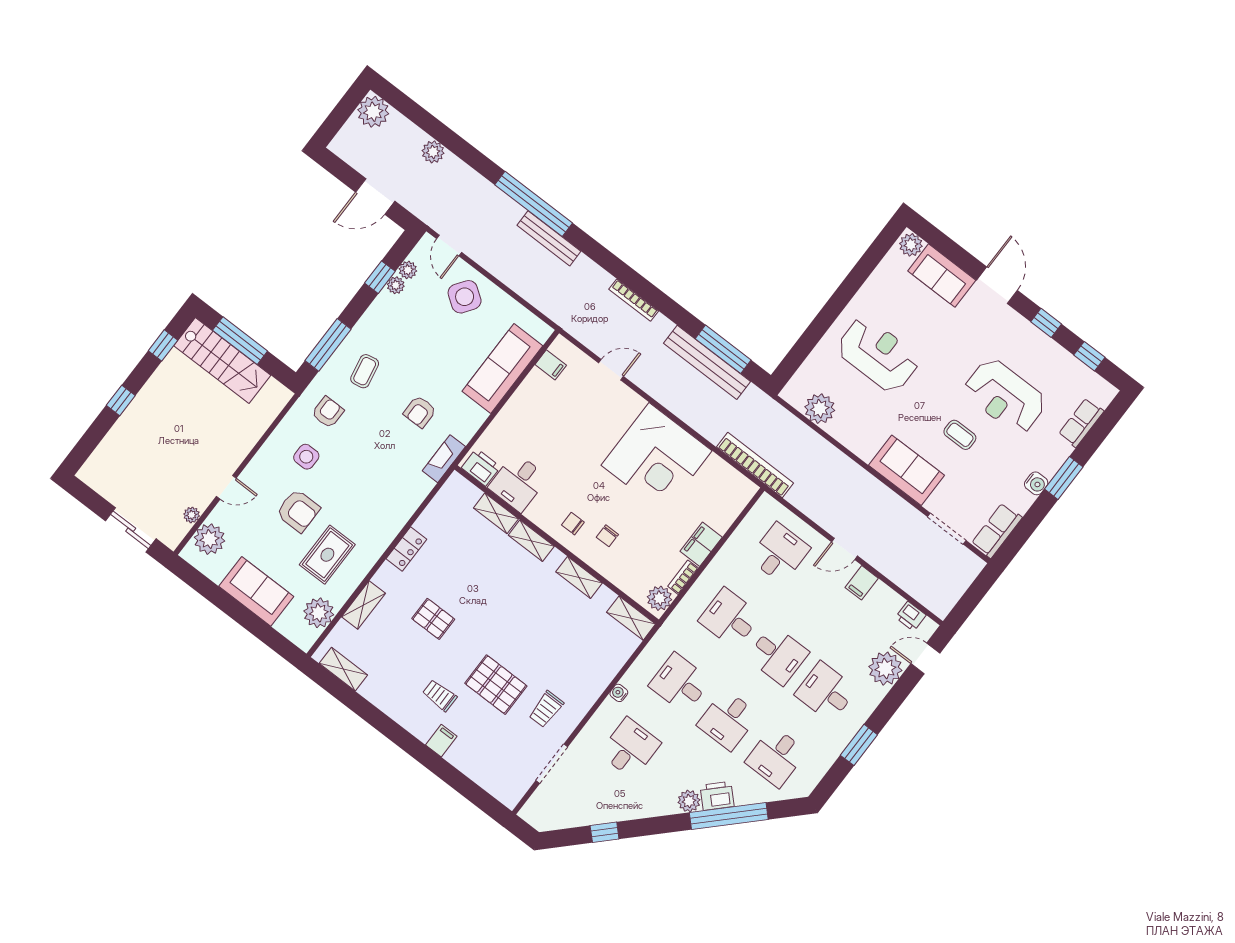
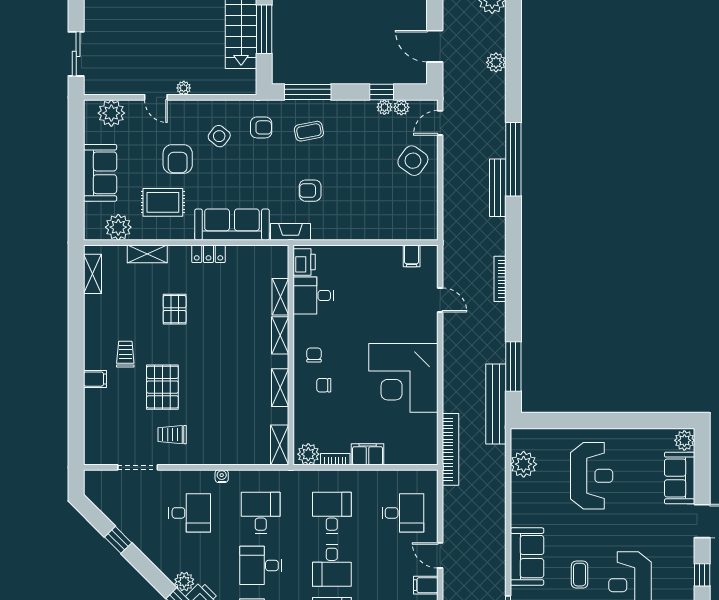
bench: (707, 362) -> (496, 404), moved
sofa: (502, 369) -> (232, 225), moved
side table: (306, 457) -> (219, 136), turned 38
plant: (192, 515) -> (184, 88), moved

